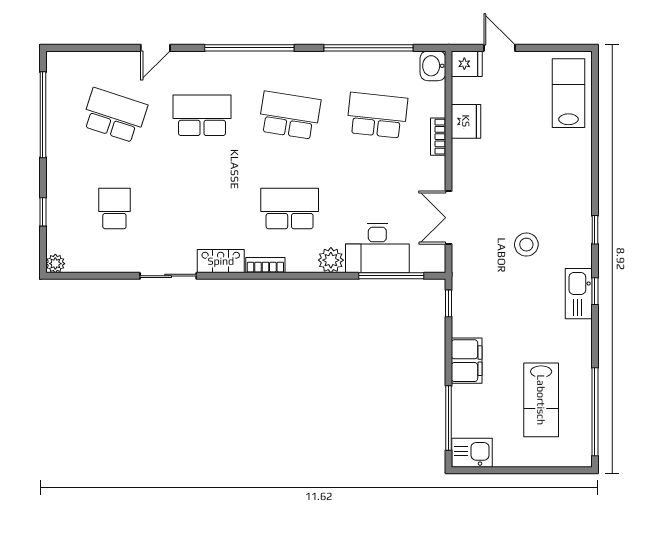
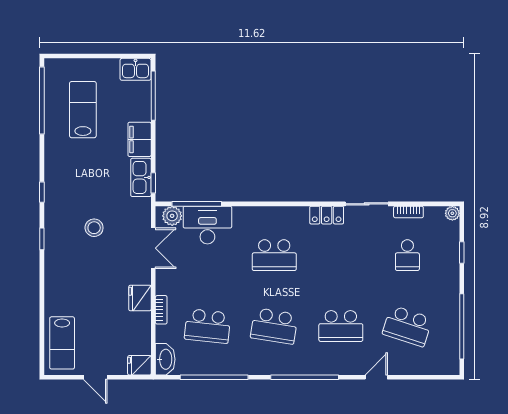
door: (499, 48) -> (95, 377), moved
washbasin: (433, 66) -> (165, 359), width x1.38
fridge: (466, 121) -> (140, 298), moved
plant: (331, 260) -> (172, 216), moved
bookcase: (265, 265) -> (408, 212), moved
kitchen sink: (579, 294) -> (141, 177), moved, turned 180

